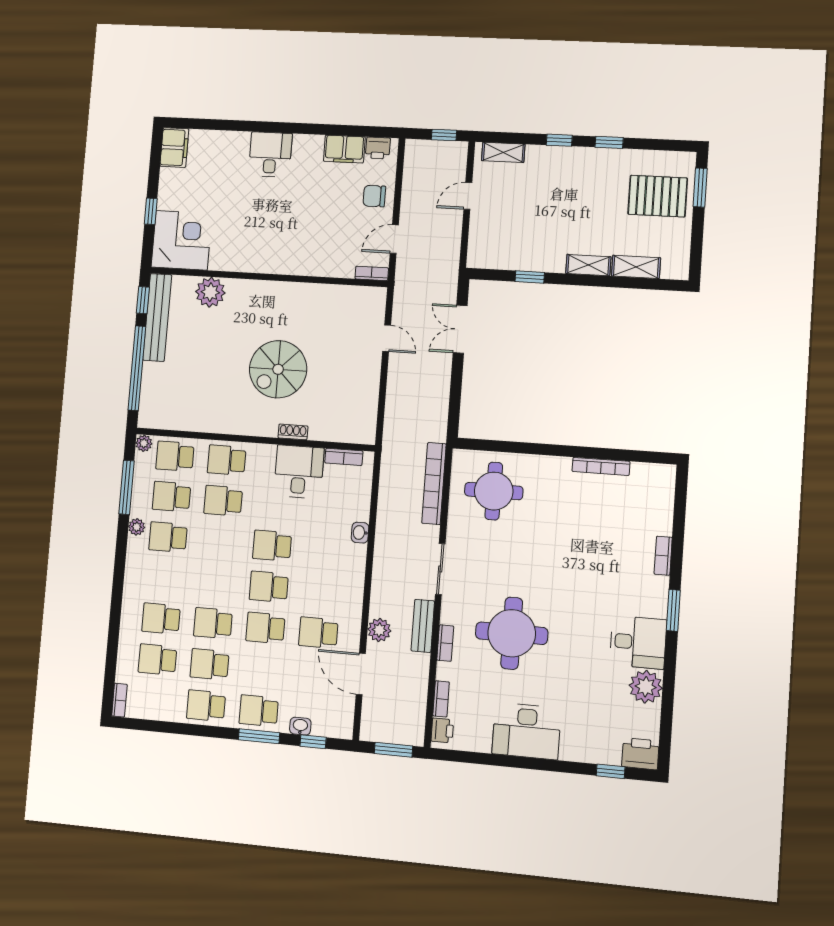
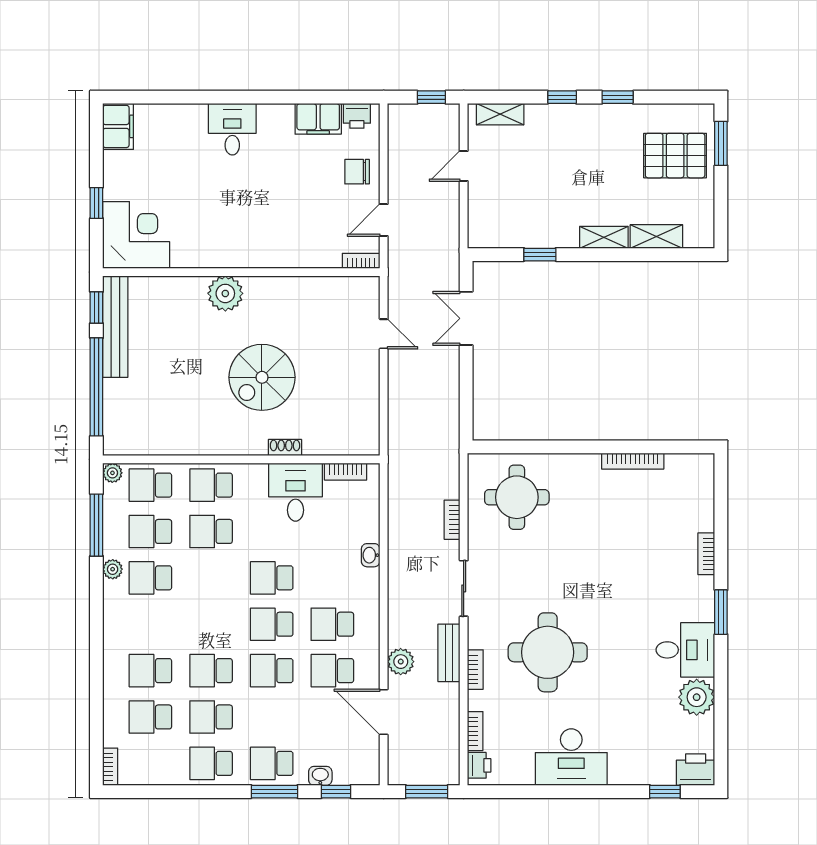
plant: (210, 292) -> (225, 293), moved
bookcase: (434, 483) -> (452, 520), width x0.43, depth x0.76
school desk: (322, 591) -> (332, 624), added

